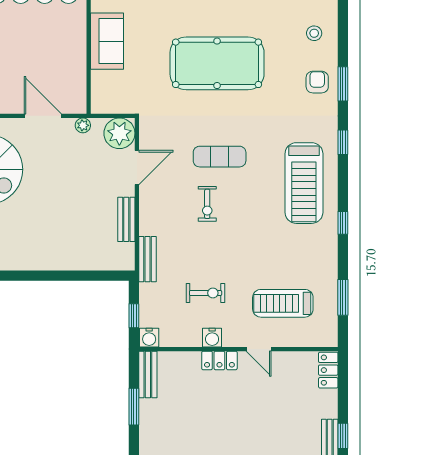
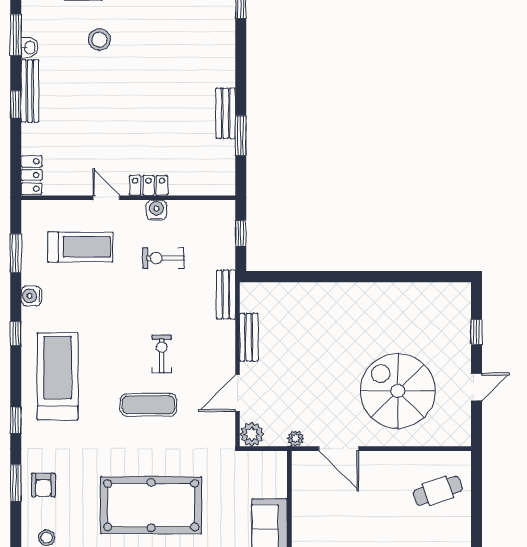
plant: (119, 133) -> (252, 434), width x0.73, depth x0.73
water cooler: (149, 338) -> (31, 296), moved, turned -90
bench: (148, 375) -> (226, 113), moved

